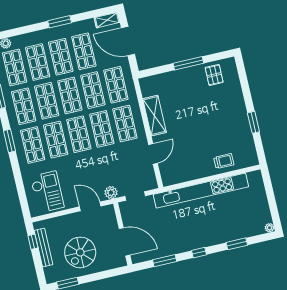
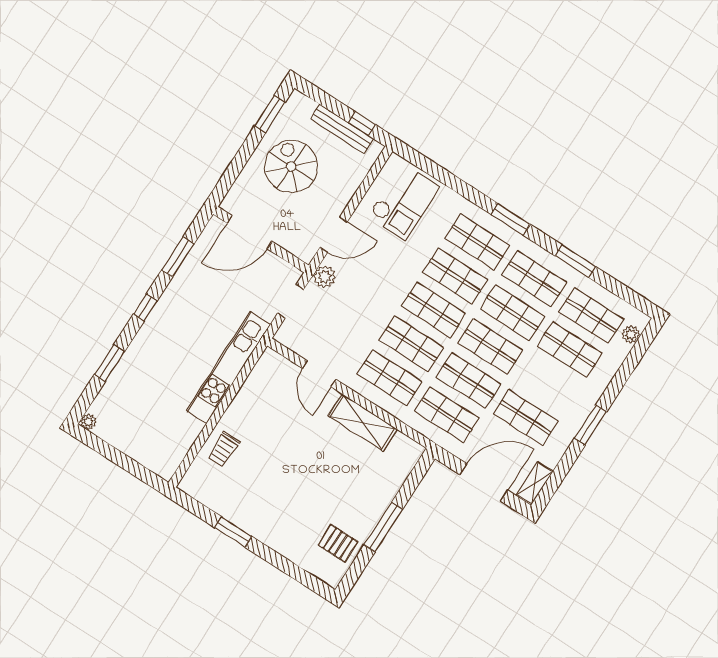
shop shelf: (61, 57) -> (548, 383), removed
kitchen unit: (201, 191) -> (228, 368), width x0.73
checkout: (47, 192) -> (404, 202), turned -90

